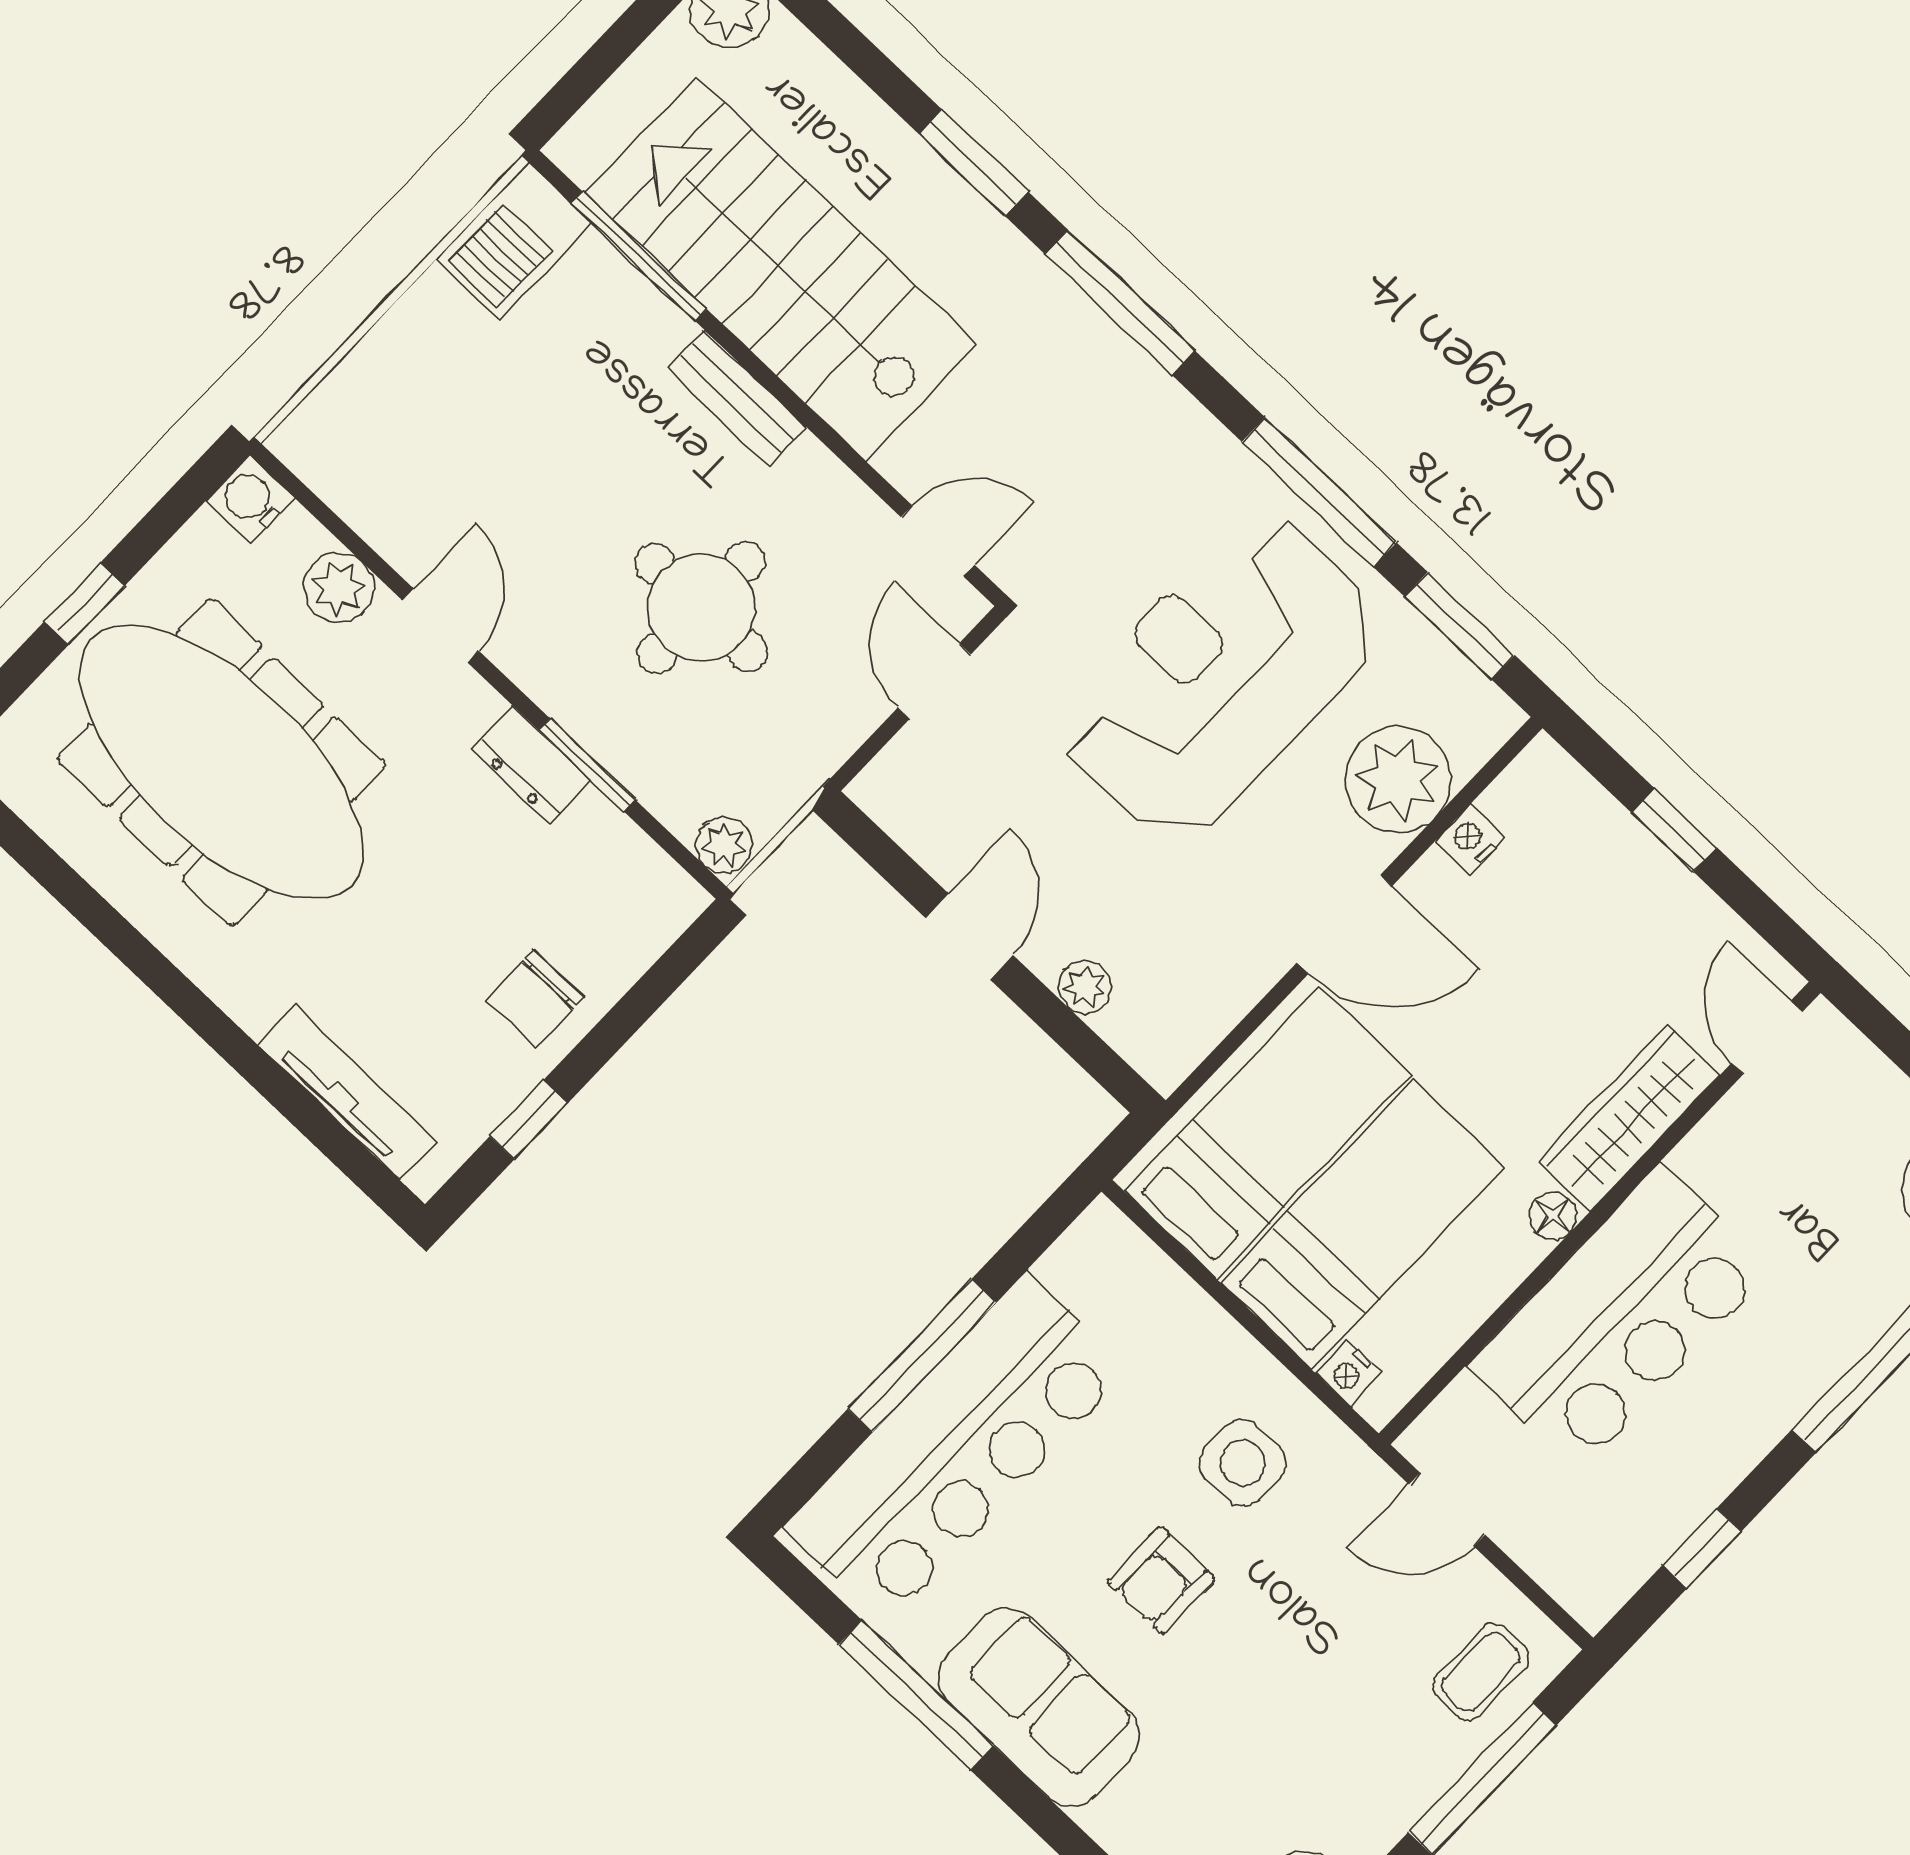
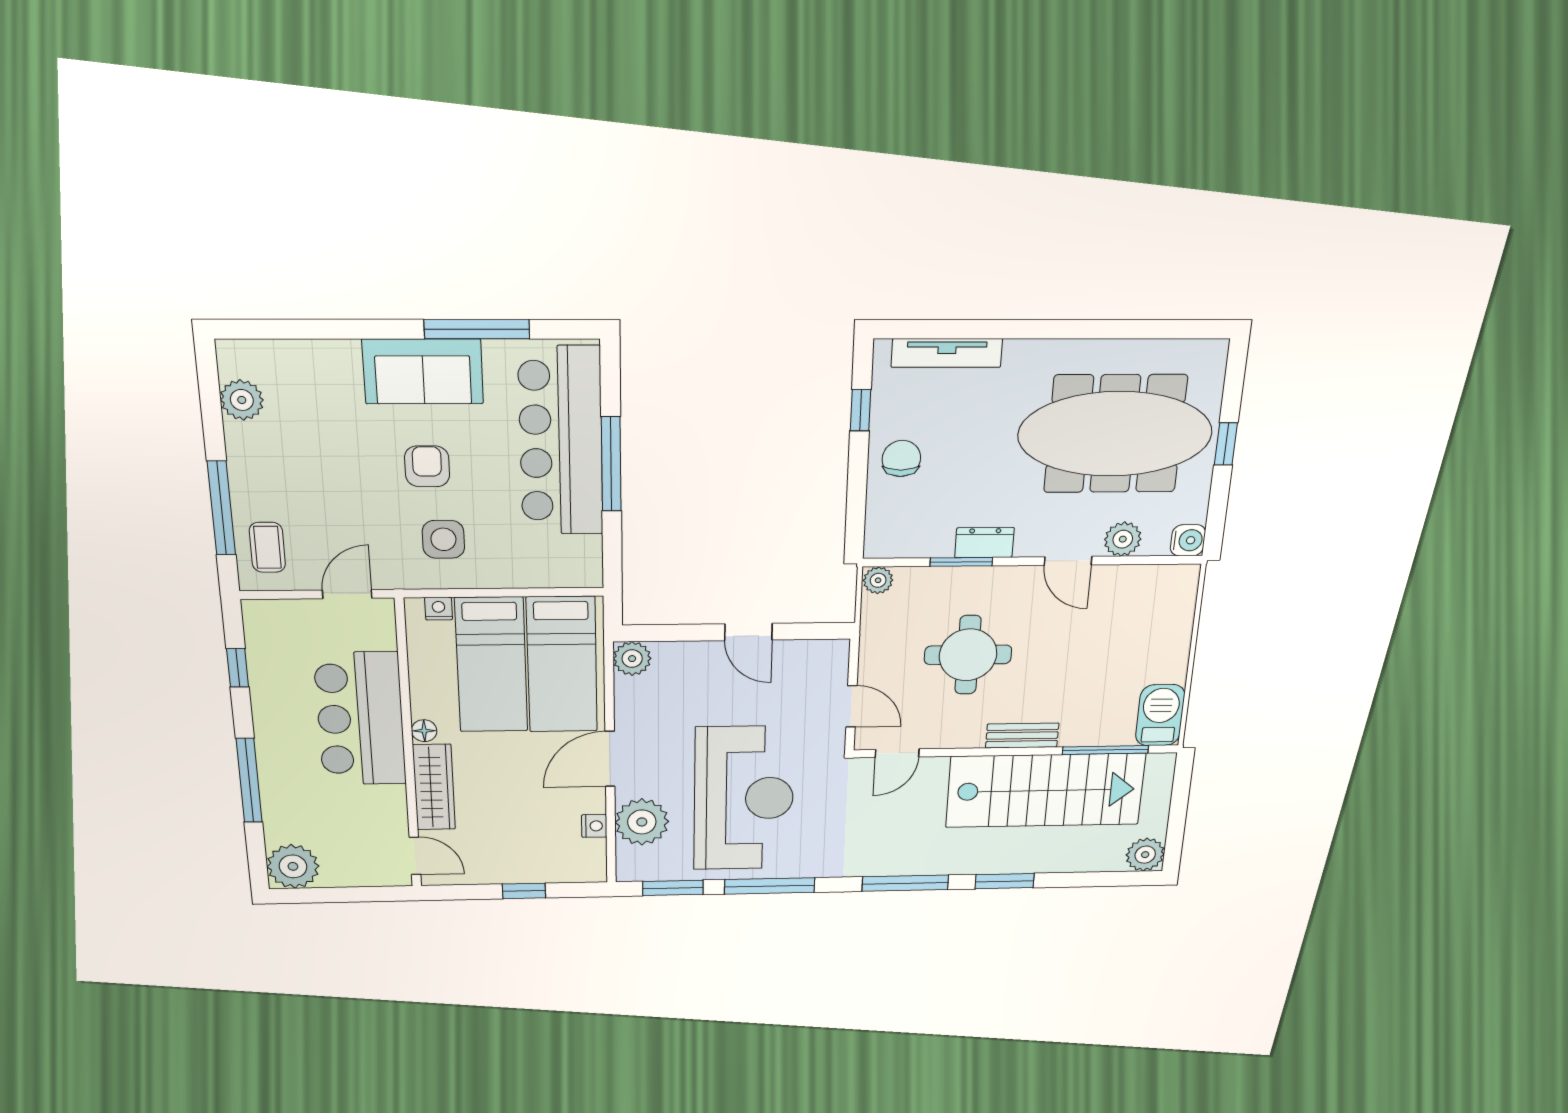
plant: (1085, 987) -> (632, 659), moved, width x1.38, depth x1.38

